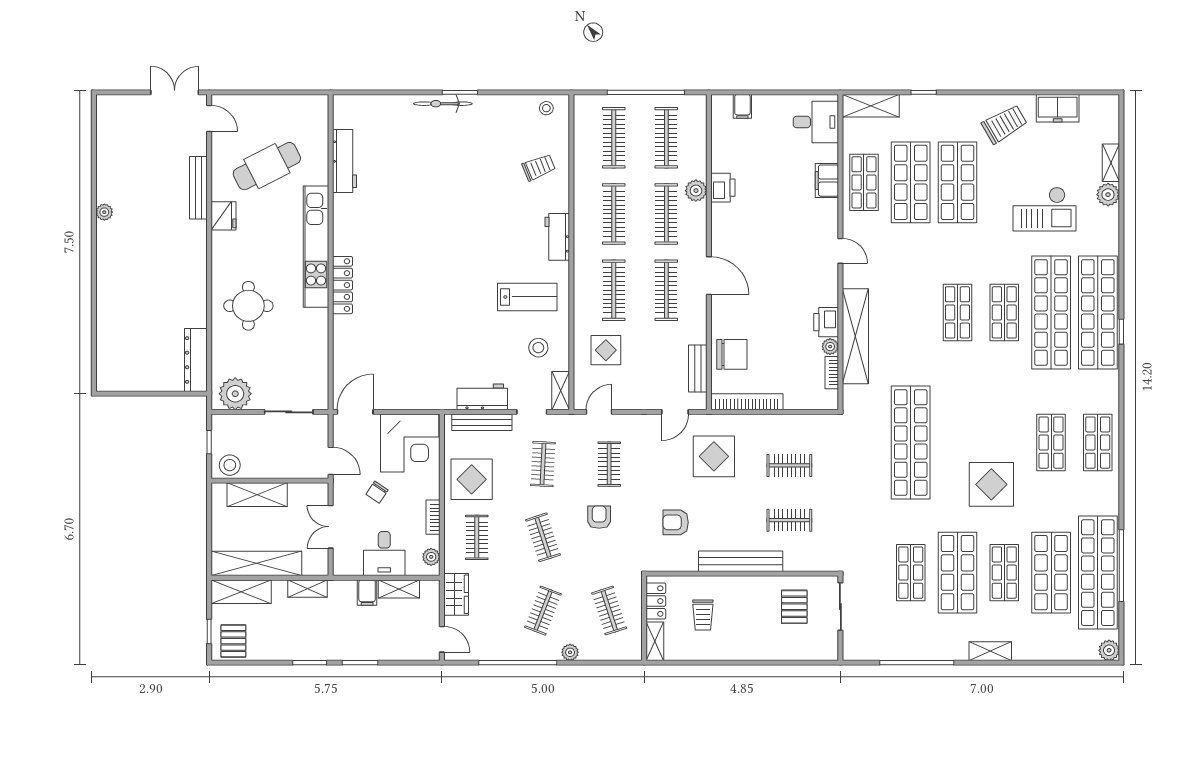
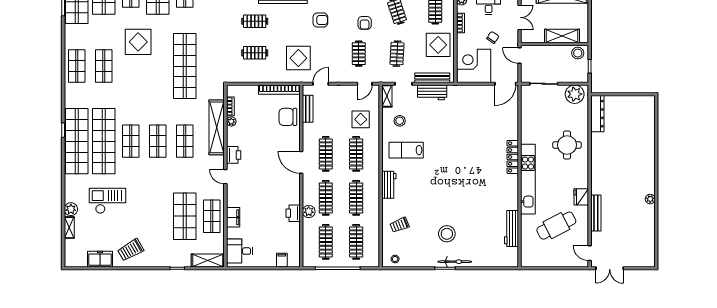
stool: (457, 152) -> (447, 234), added
shop shelf: (957, 182) -> (185, 141), moved, width x0.70, depth x0.74
printer: (826, 322) -> (234, 155), moved

